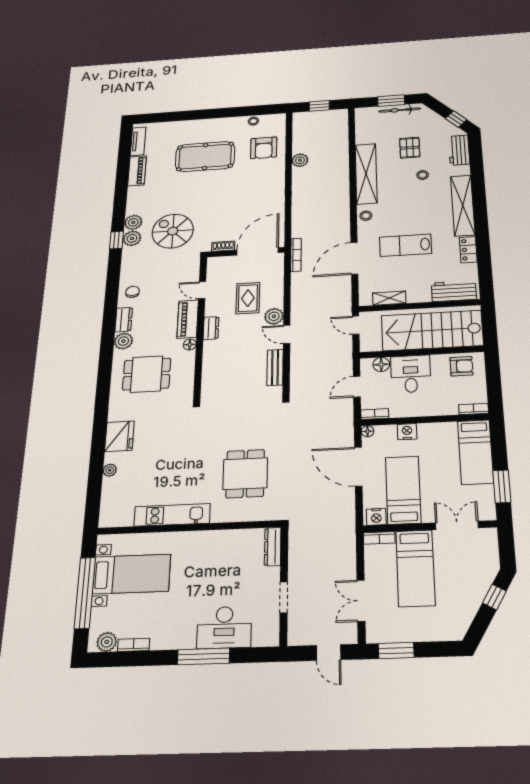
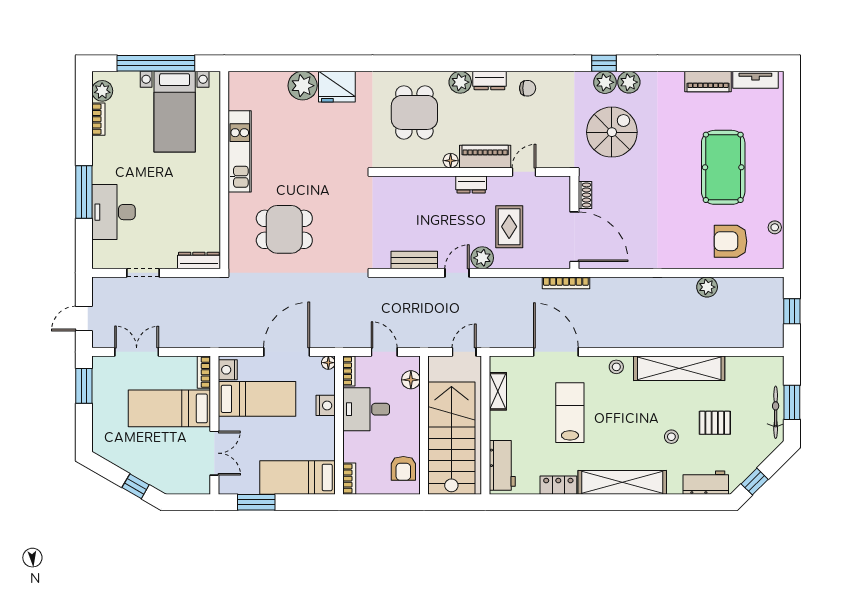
rug: (248, 298) -> (509, 227), turned 90
desk: (411, 374) -> (366, 409), moved, turned 180
plant: (110, 470) -> (303, 86), width x1.88, depth x1.88

